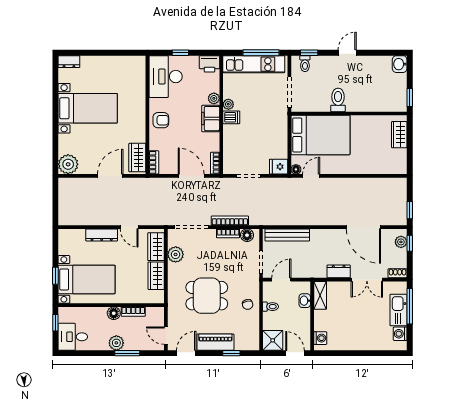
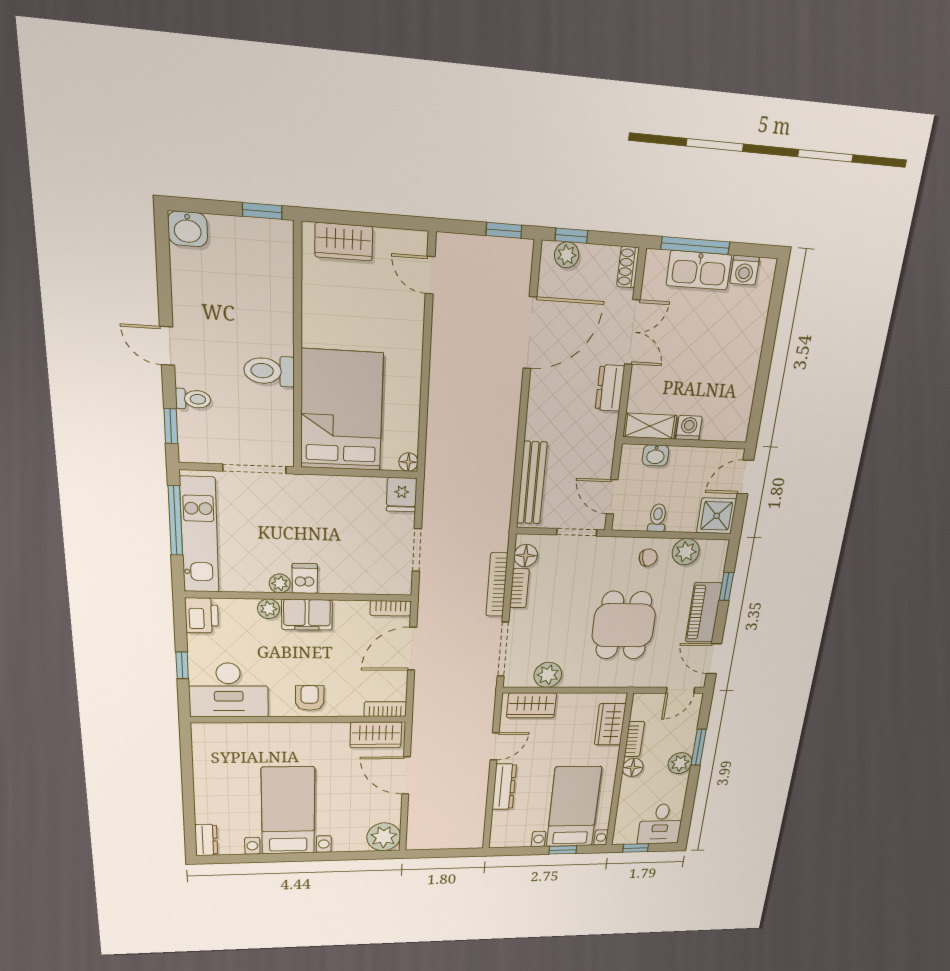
toilet: (305, 64) -> (193, 399), moved
door: (311, 176) -> (430, 275), moved
wardrobe: (156, 276) -> (610, 724), moved, turned 90
plant: (252, 326) -> (686, 552), added
washing machine: (320, 338) -> (689, 428), moved

